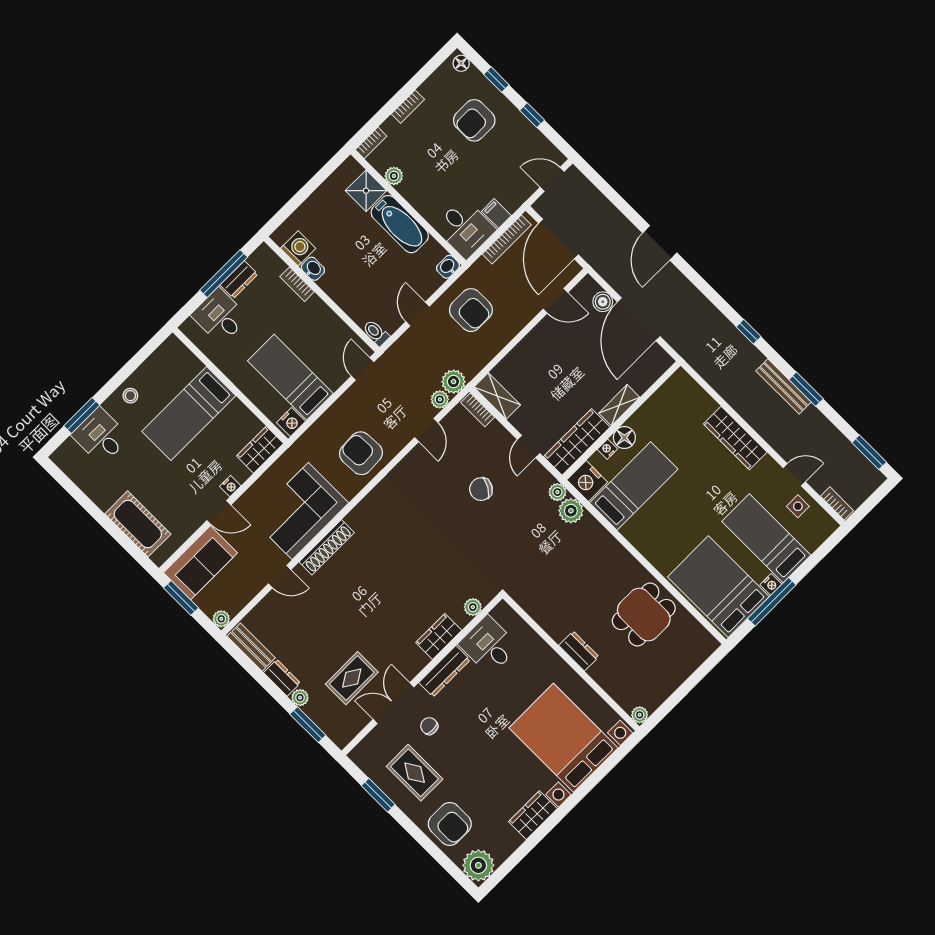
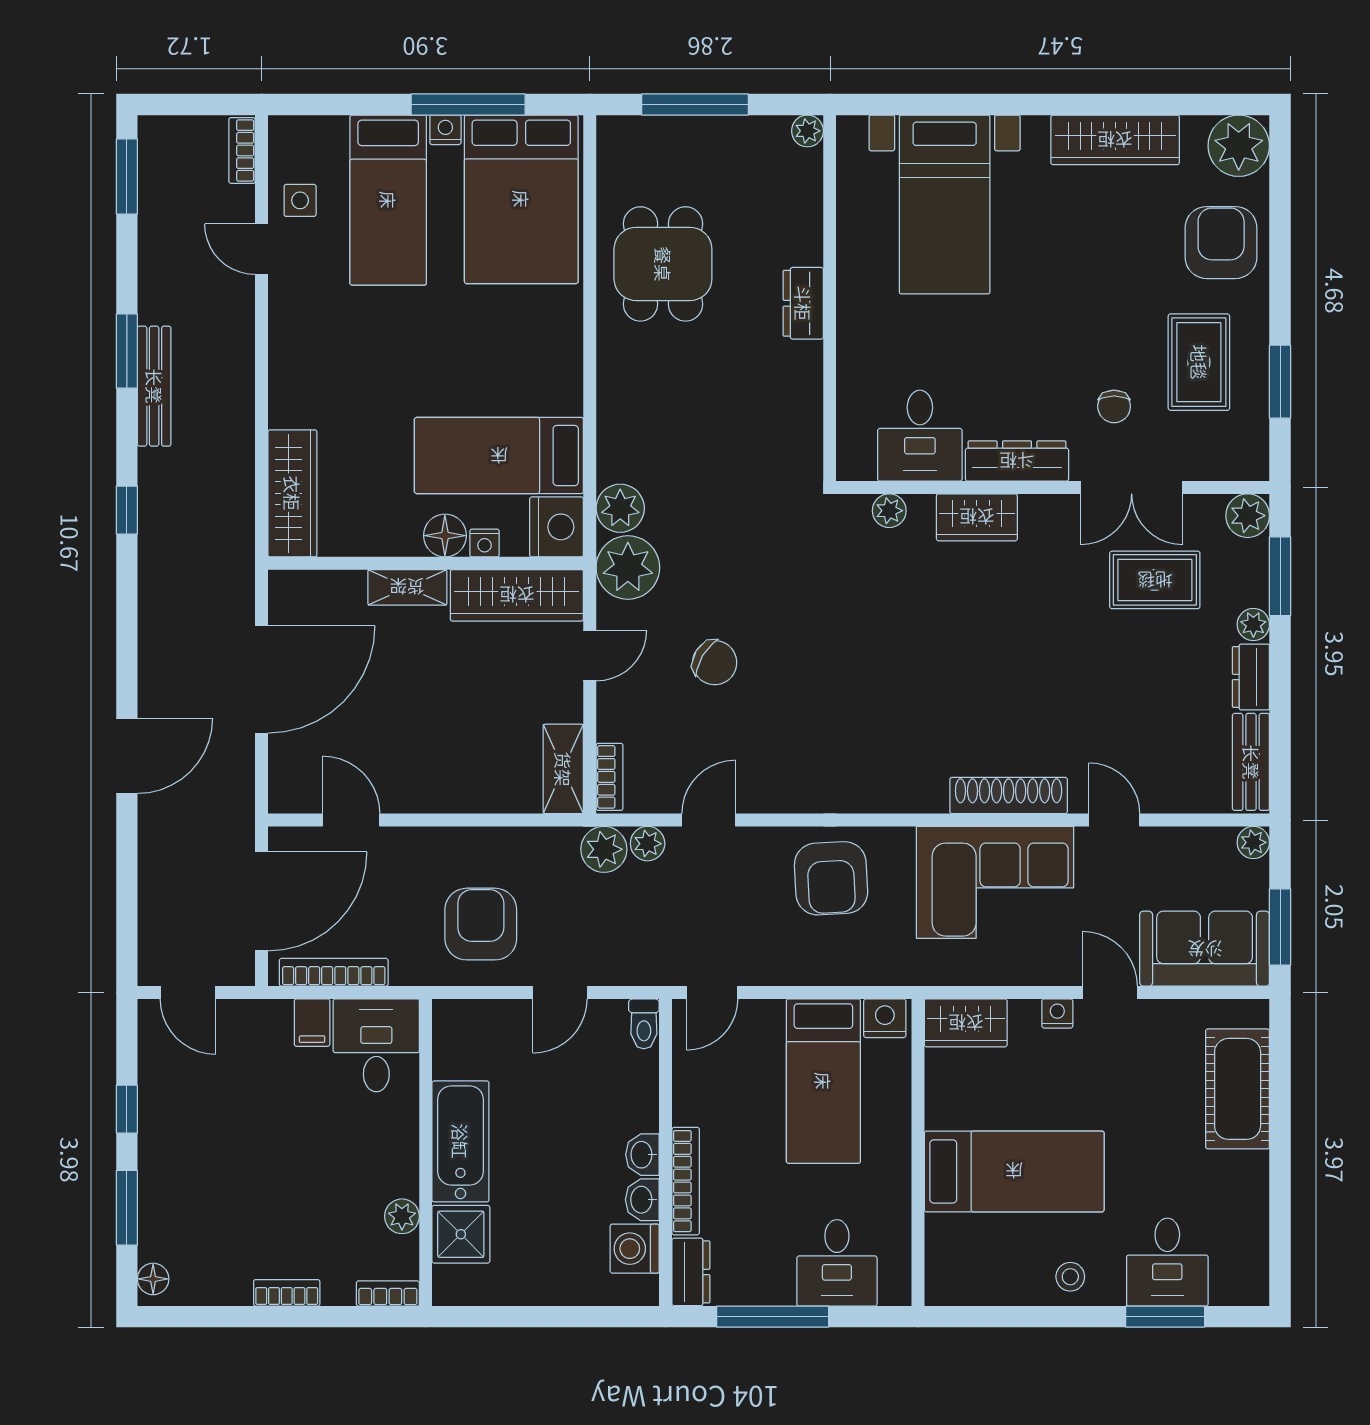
window: (496, 80) -> (127, 1208), width x1.50
armchair: (474, 120) -> (214, 1182), removed
washbasin: (448, 267) -> (642, 1155), moved, turned 90
dresser: (239, 280) -> (691, 1272), moved, turned 90
bookcase: (297, 284) -> (686, 1181), width x1.56
boiler: (603, 302) -> (287, 753), removed
wardrobe: (735, 438) -> (292, 493), moved
plant: (557, 492) -> (628, 568), width x1.87, depth x1.87
dining table: (644, 615) -> (663, 264), turned 90
window: (690, 684) -> (695, 104), added
plant: (341, 735) -> (1248, 516), added
bed with nightstands: (563, 738) -> (945, 204), width x0.73
wardrobe: (533, 815) -> (1115, 140), width x1.50

